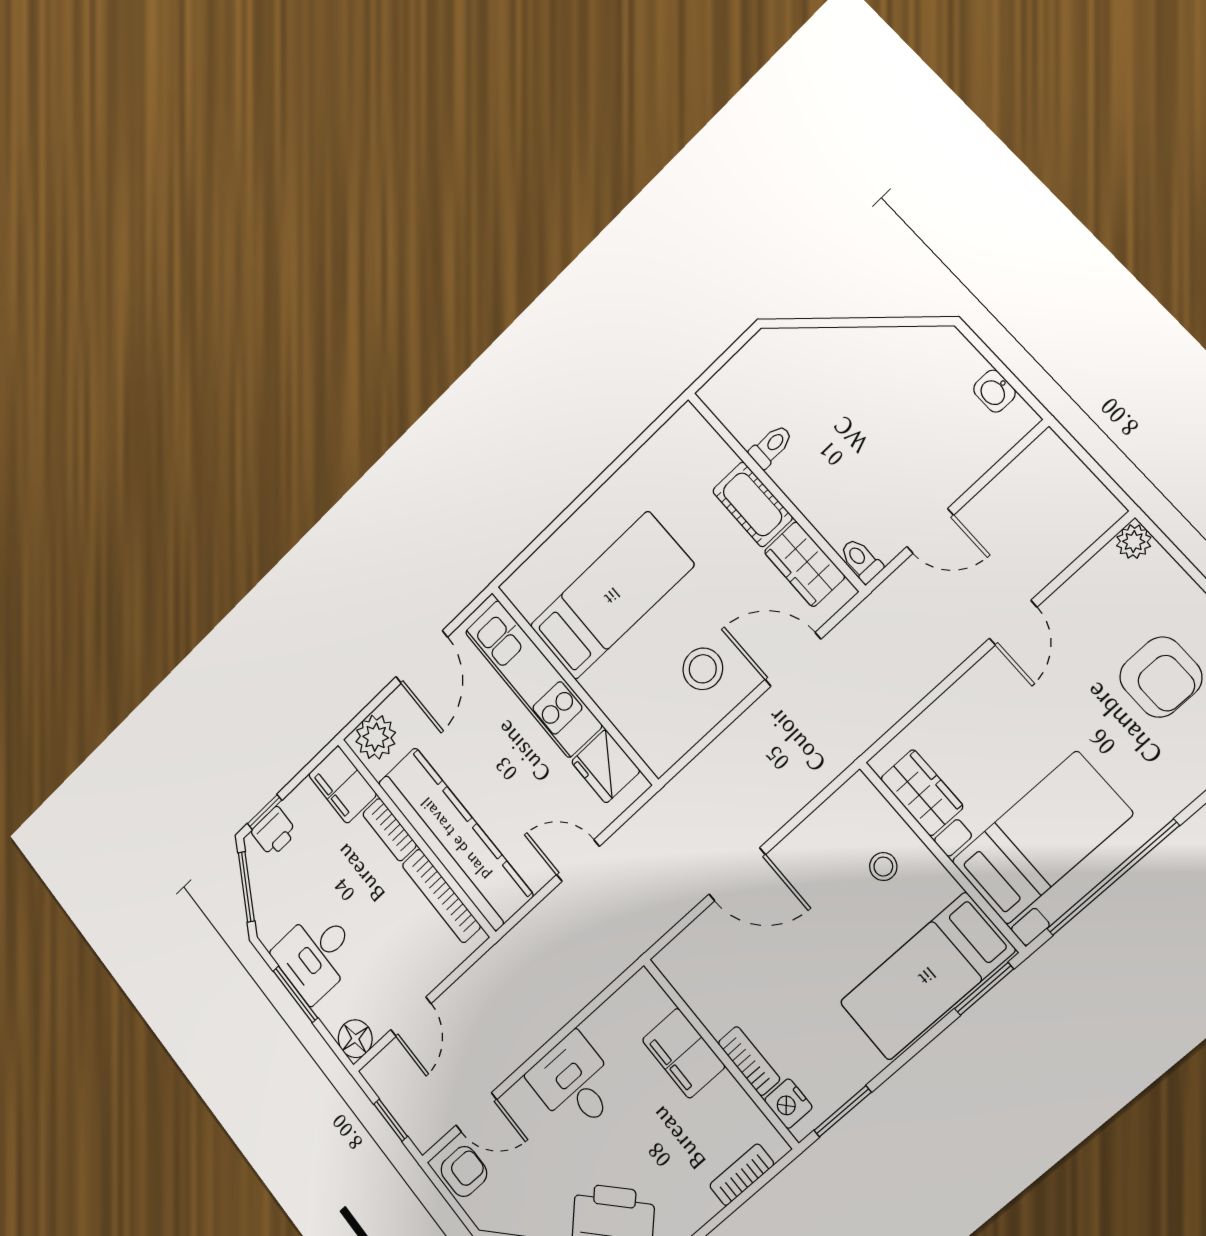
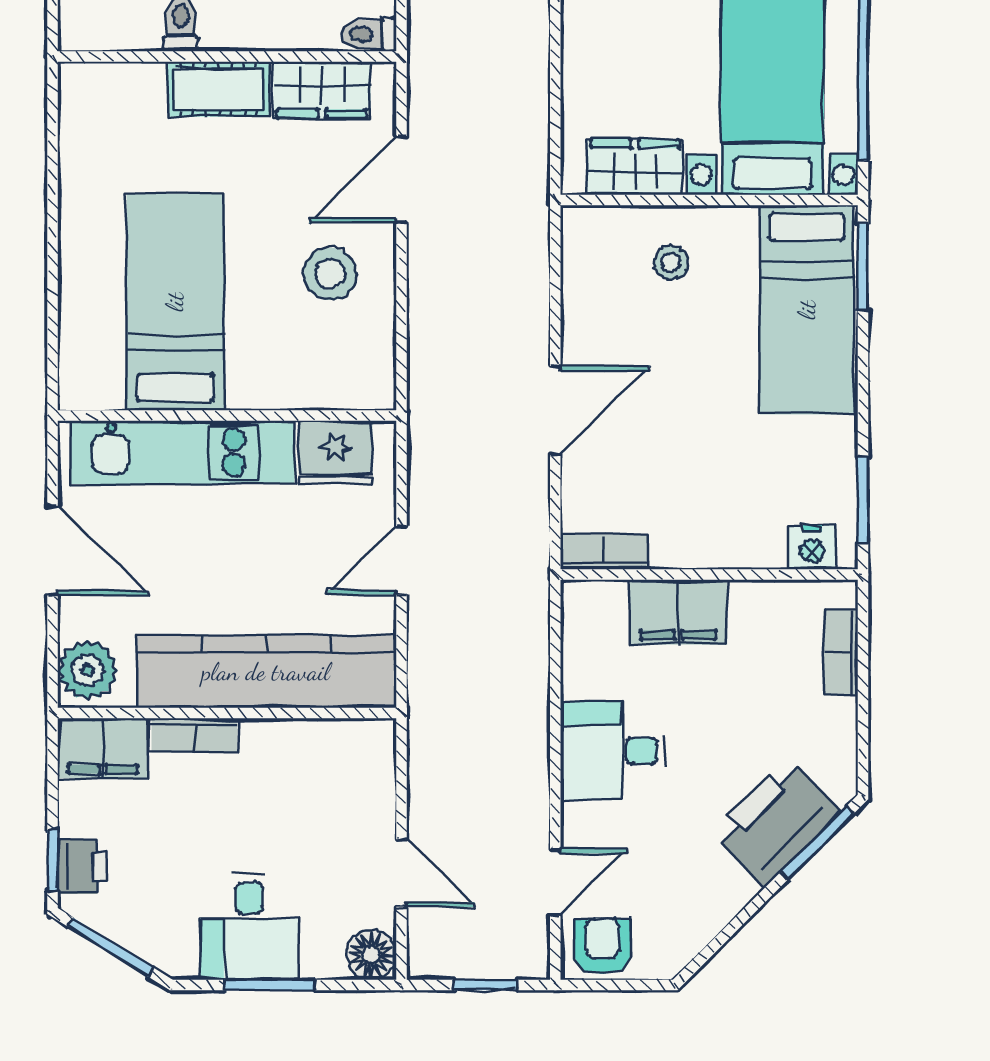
bookcase: (441, 896) -> (310, 736), removed
bookcase: (749, 1061) -> (604, 552), moved

